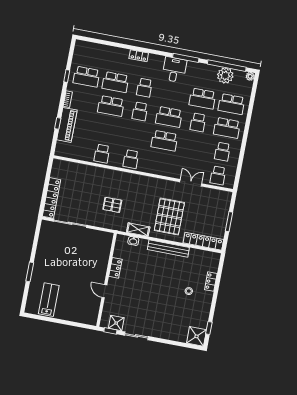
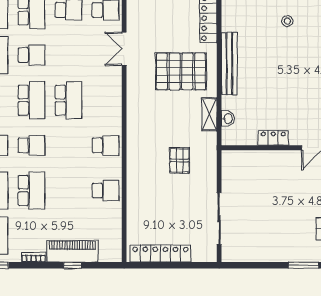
locker: (51, 198) -> (160, 254), moved

